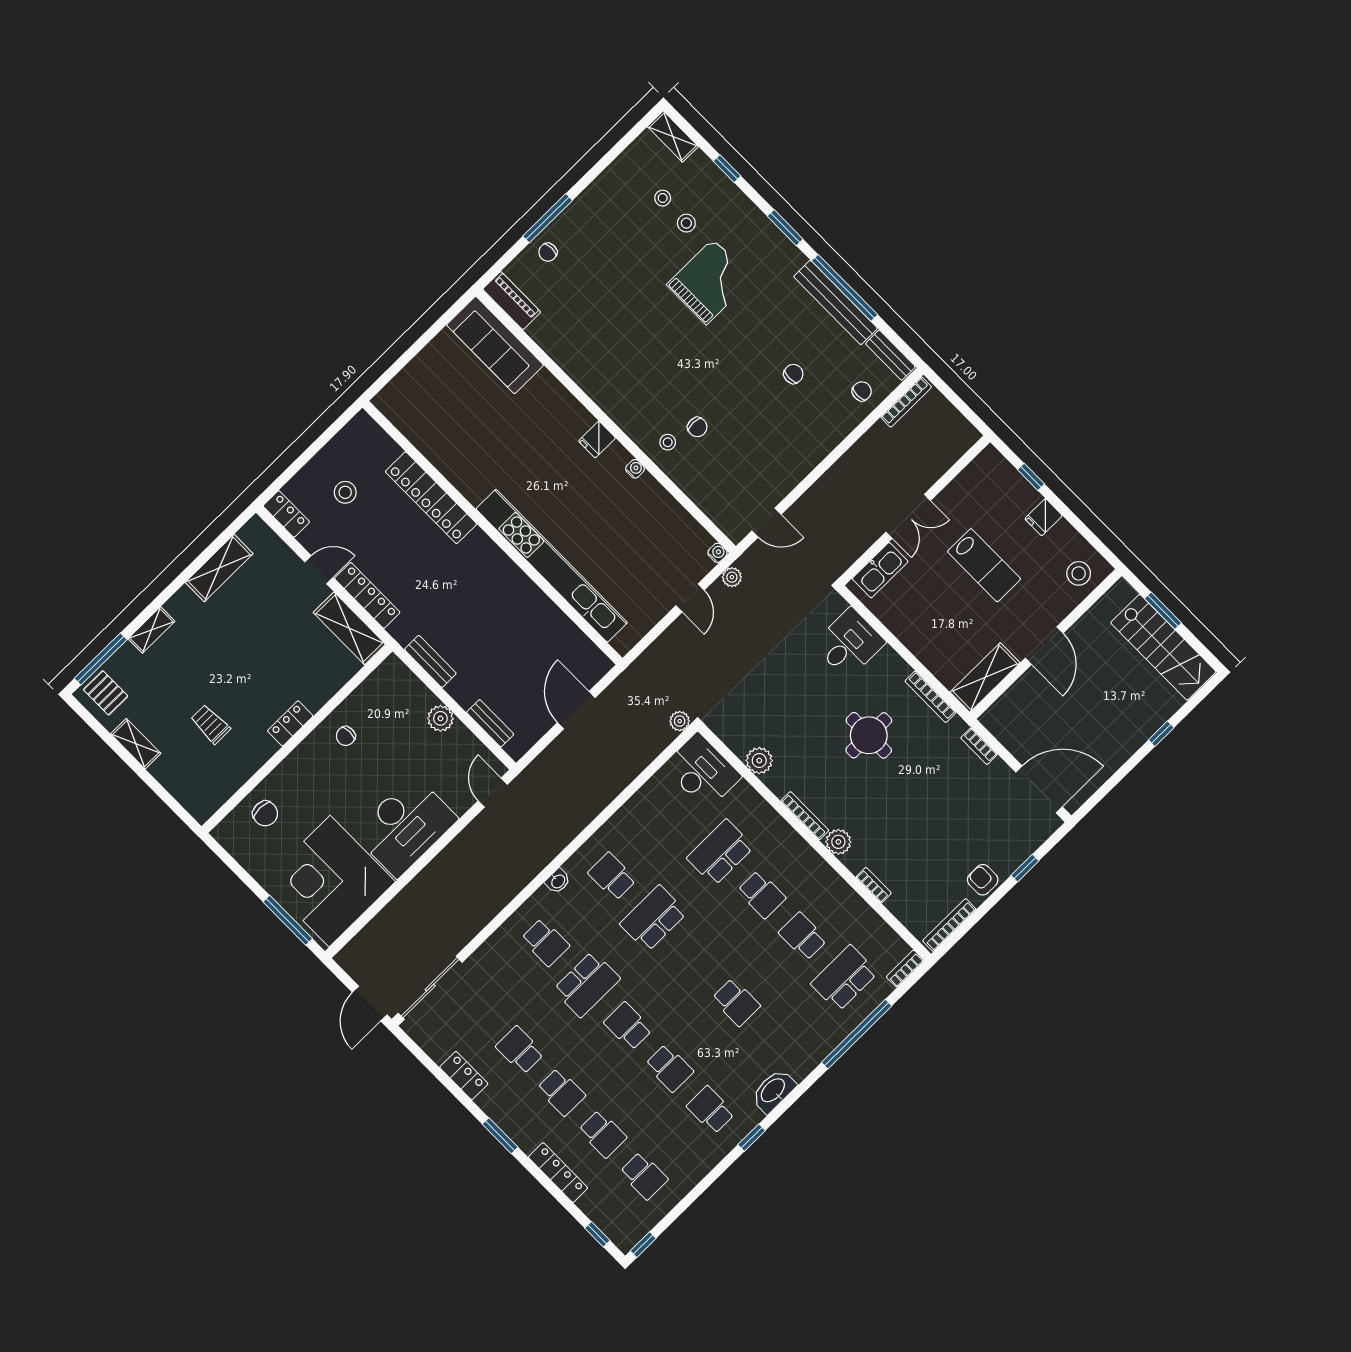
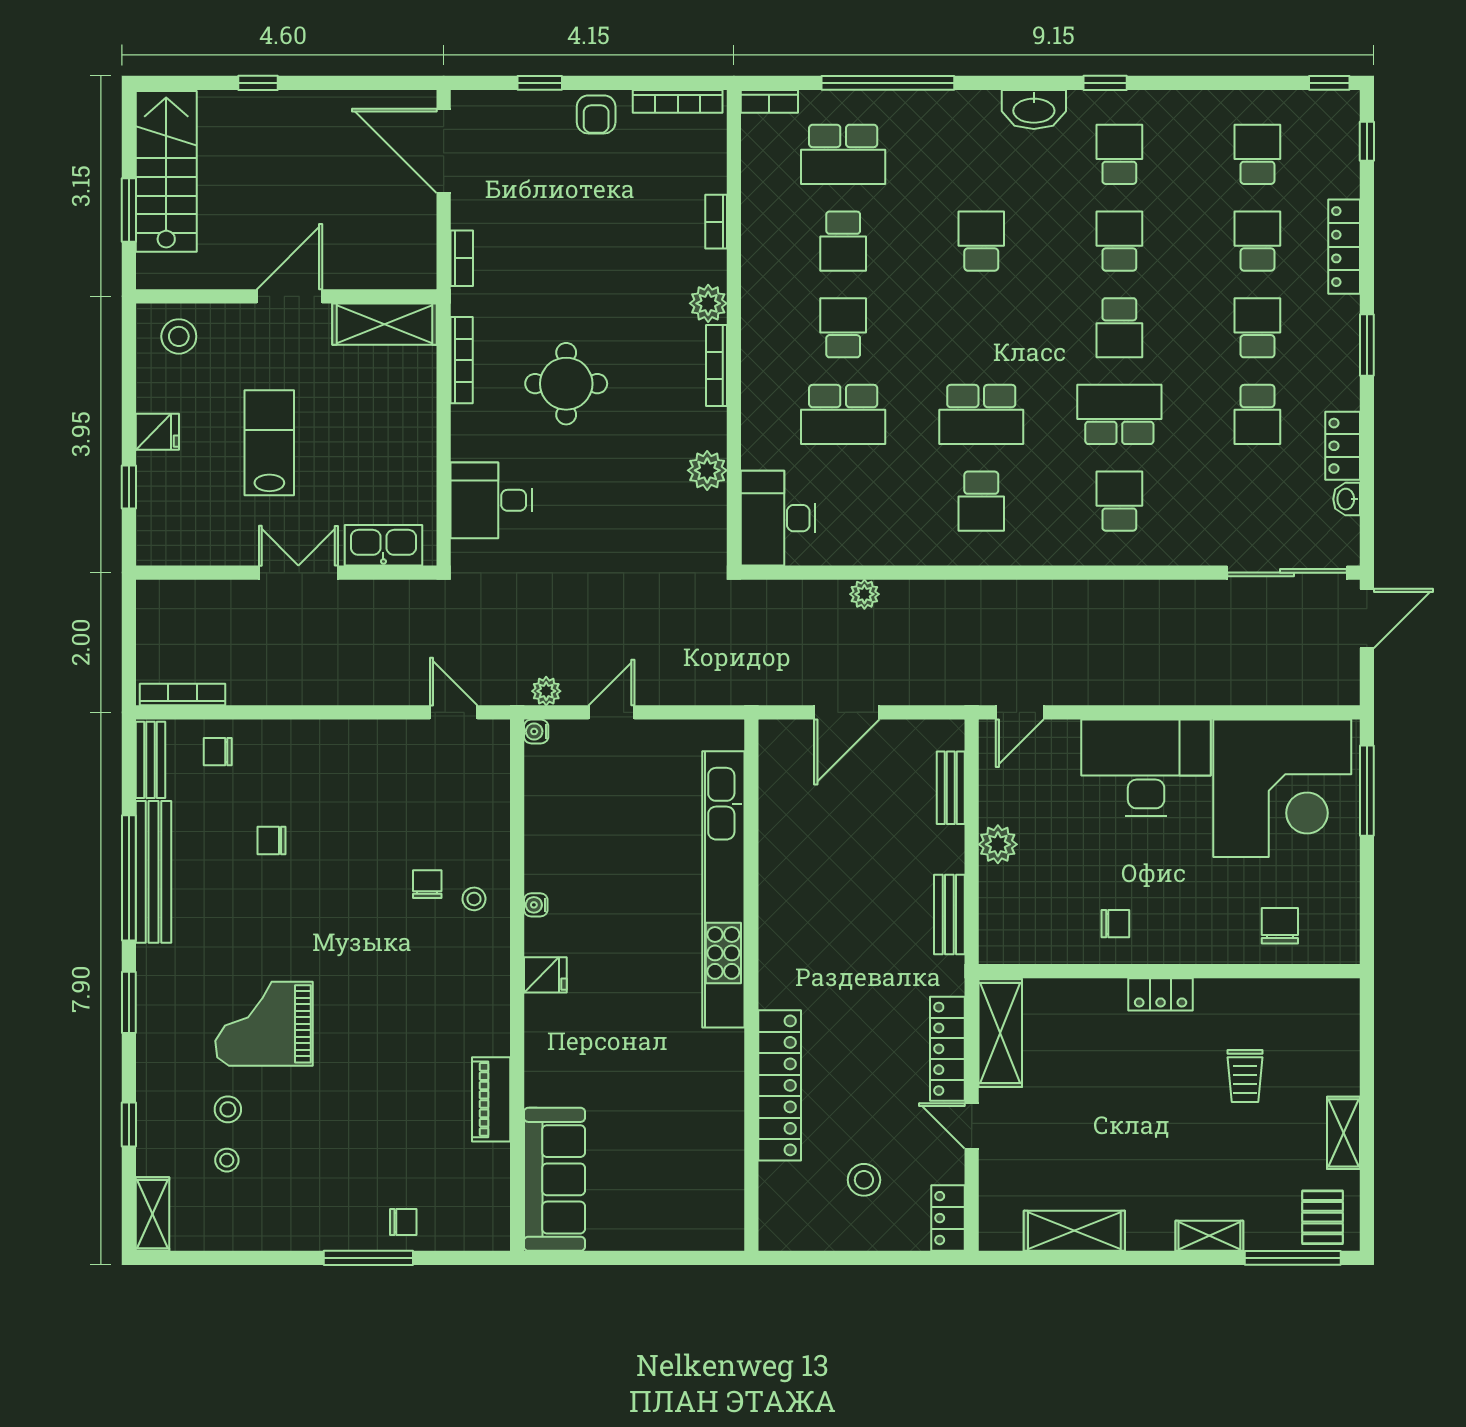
piano: (512, 301) -> (491, 1099), moved
plant: (680, 721) -> (864, 594), moved
washbasin: (558, 881) -> (1347, 499), moved, turned -90
school desk: (711, 1110) -> (1119, 154), turned 180

